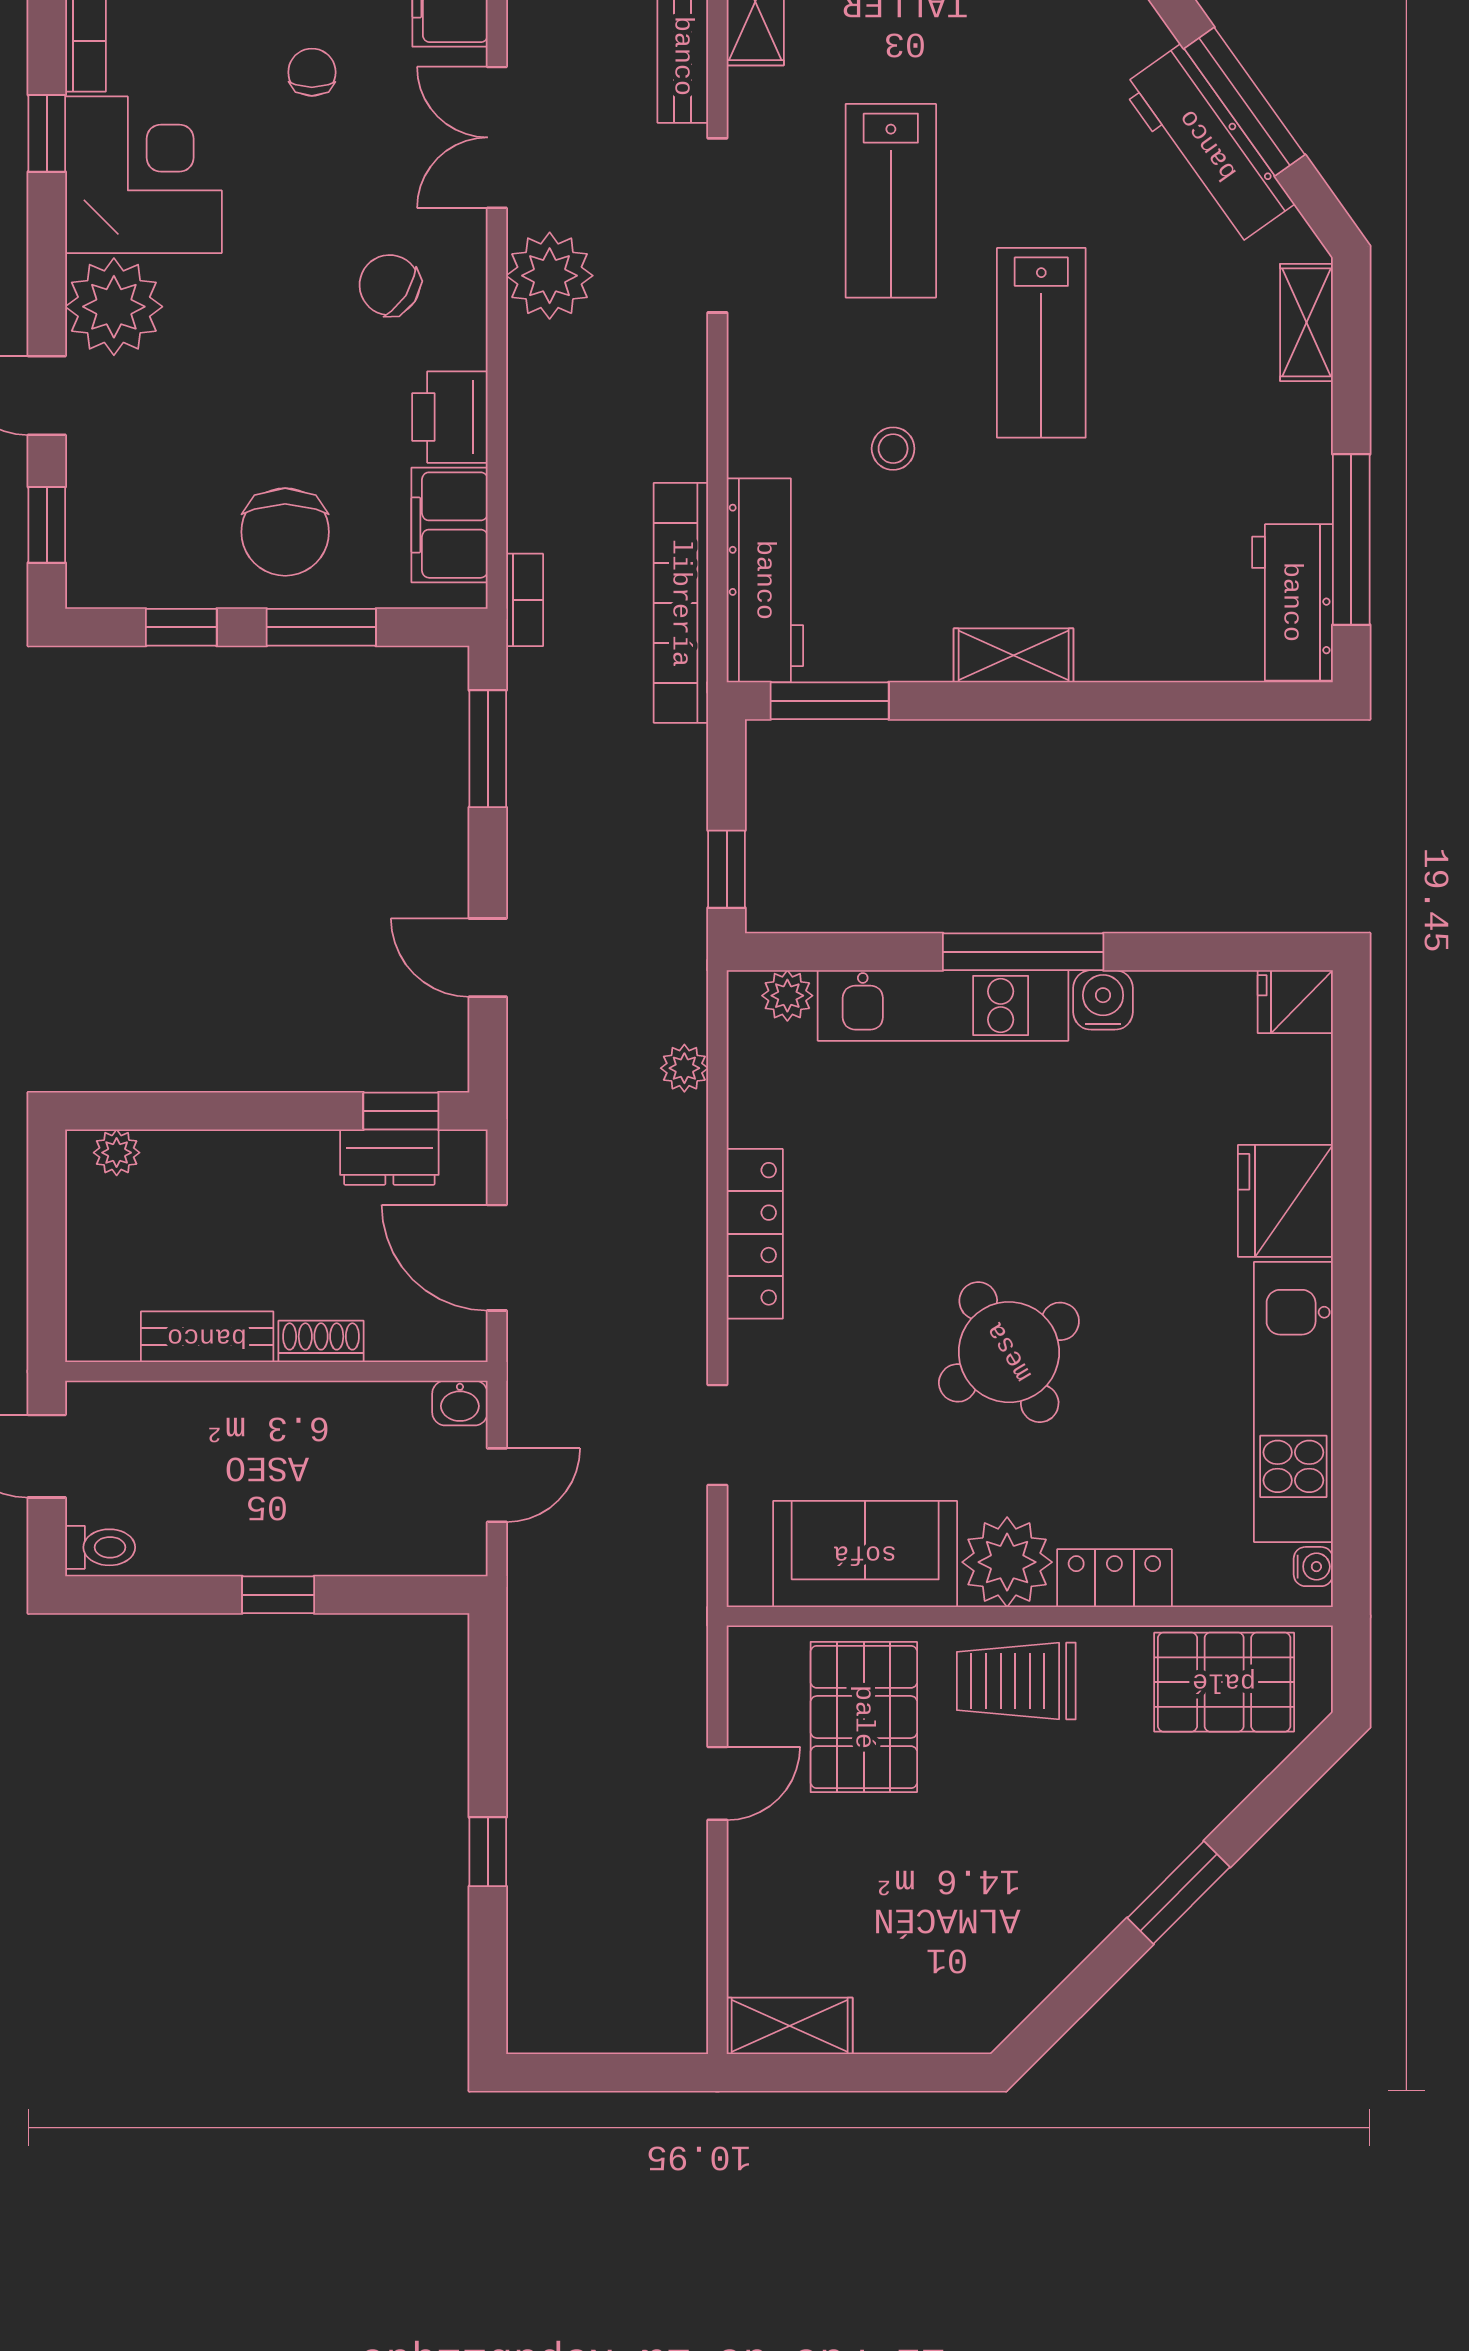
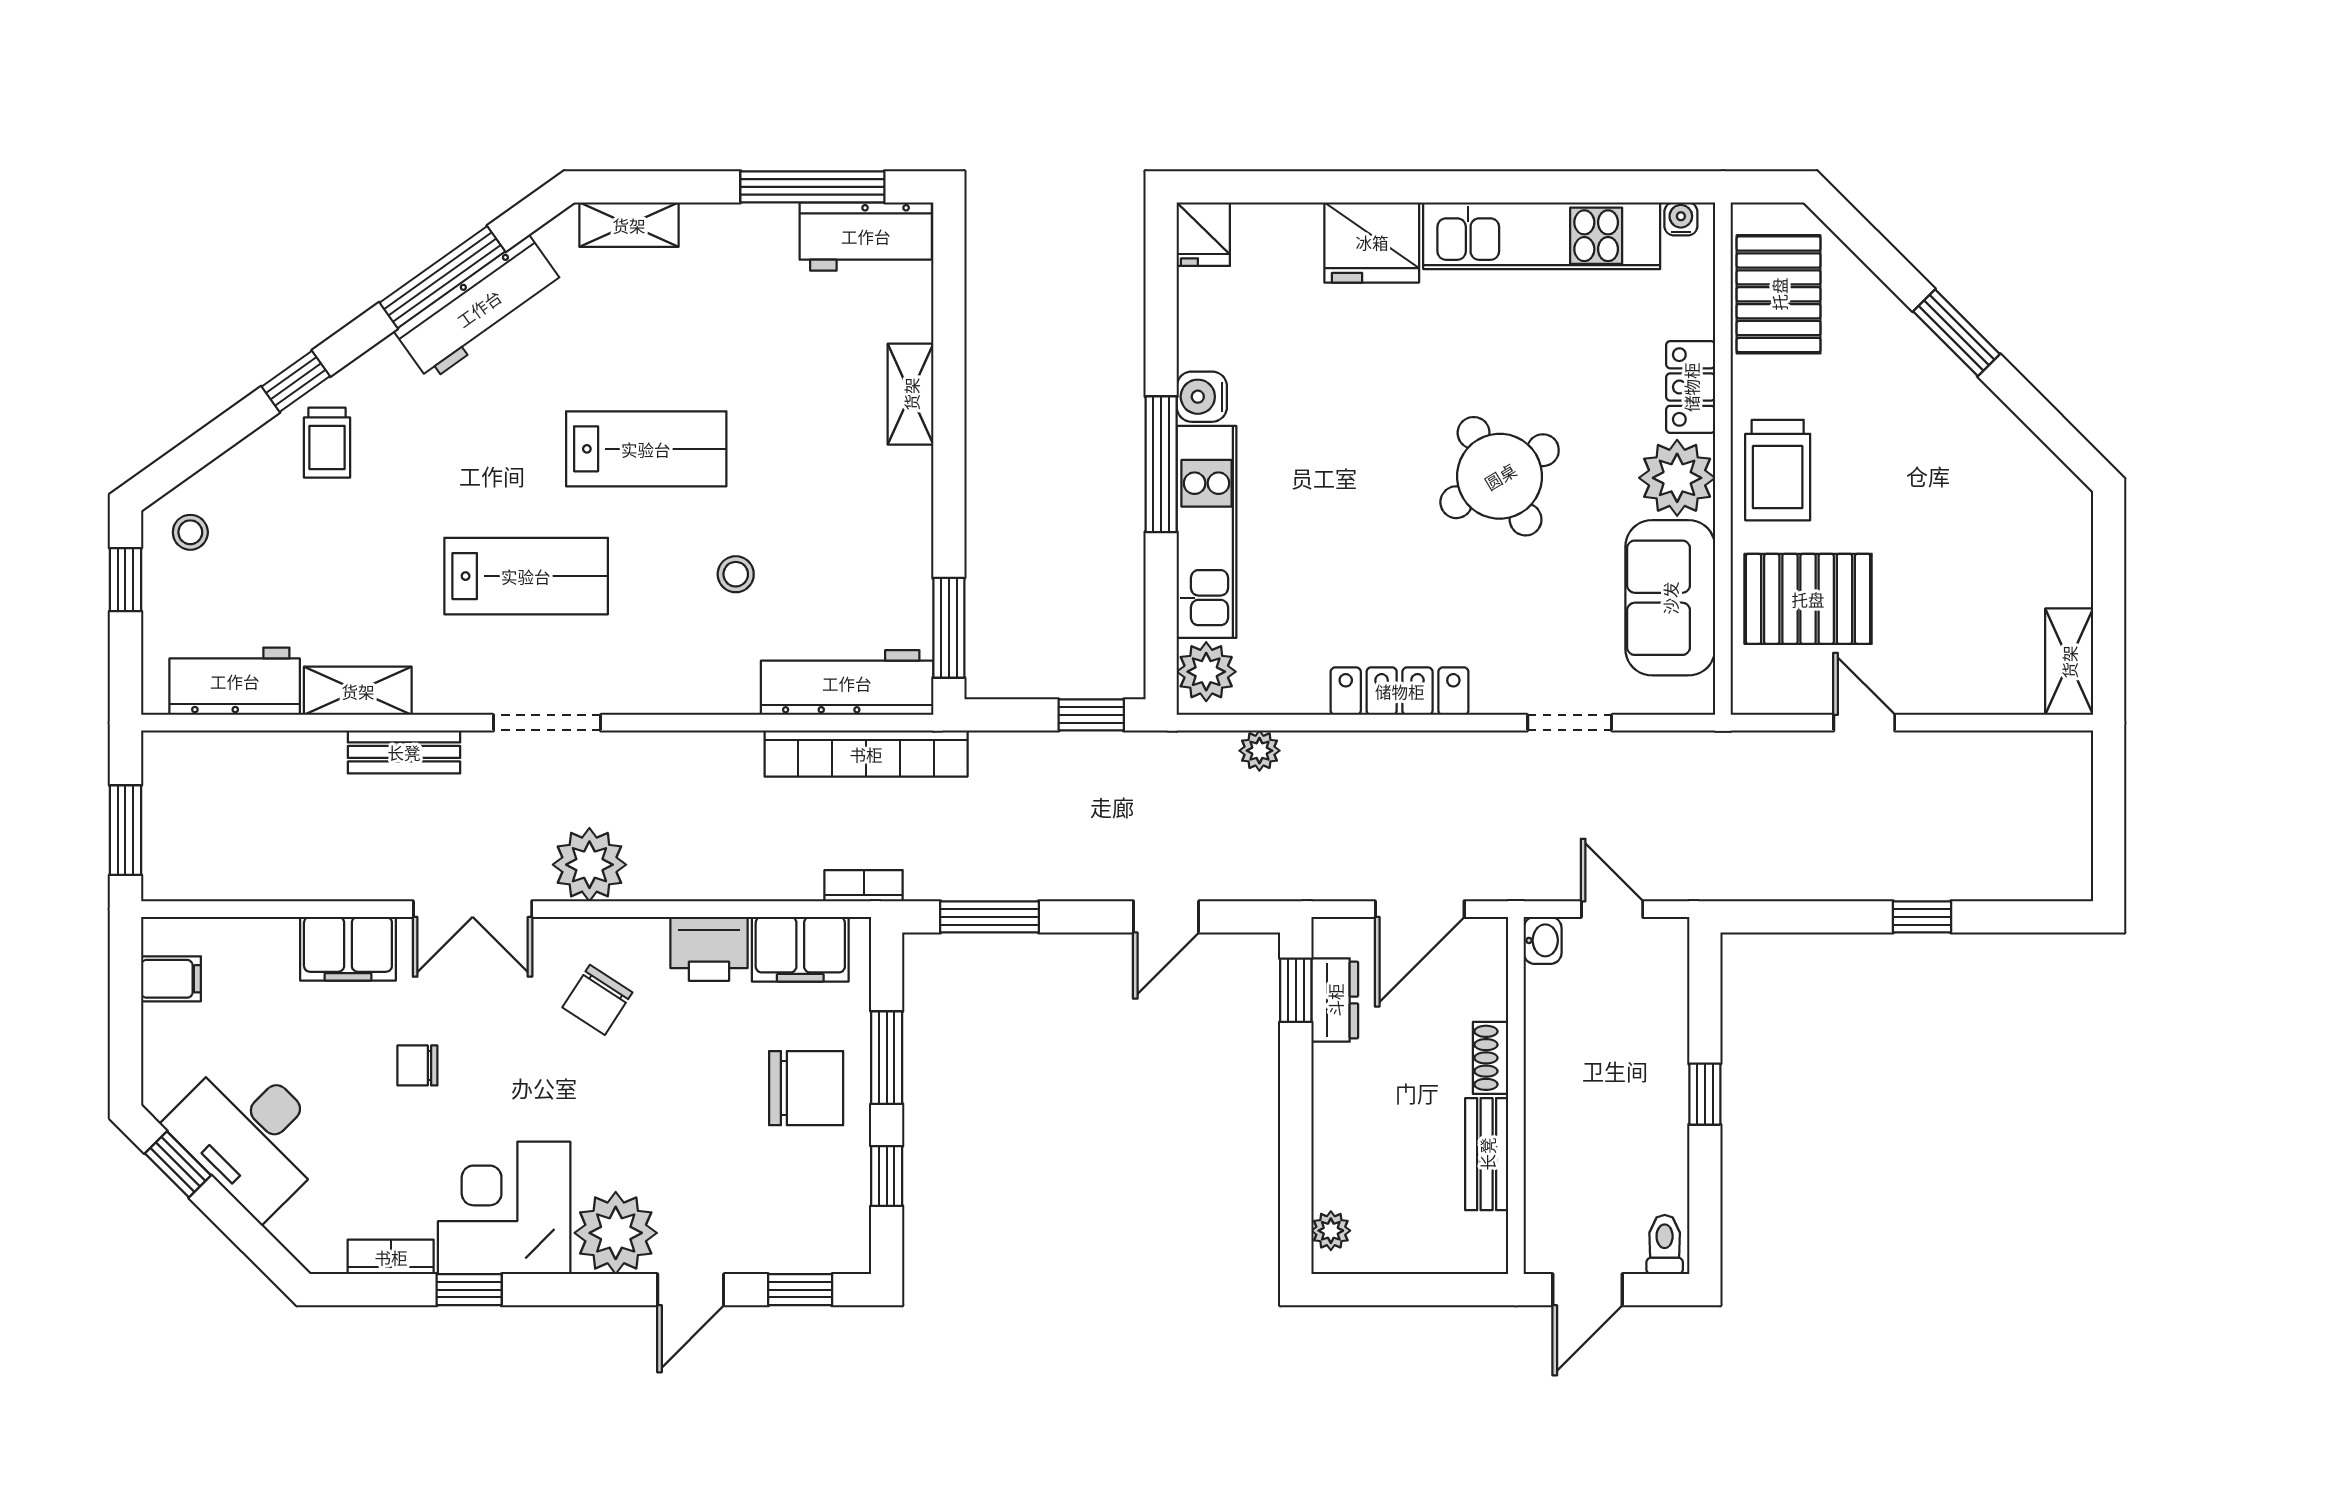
doorway: (717, 225) -> (547, 723), width x0.73
shelving: (1014, 655) -> (911, 394), moved
plant: (787, 996) -> (1206, 672), width x1.38, depth x1.38

